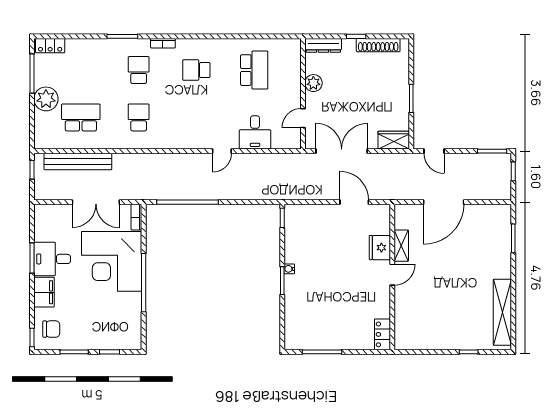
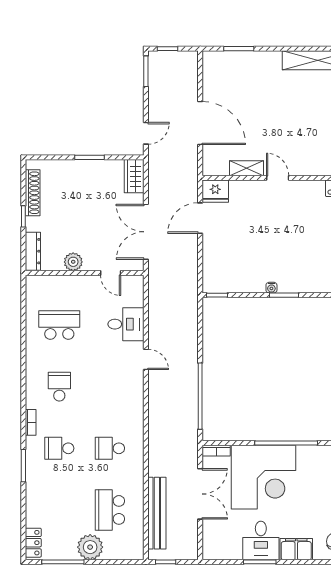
school desk: (196, 70) -> (59, 387), turned 180
fridge: (380, 248) -> (215, 191), moved

